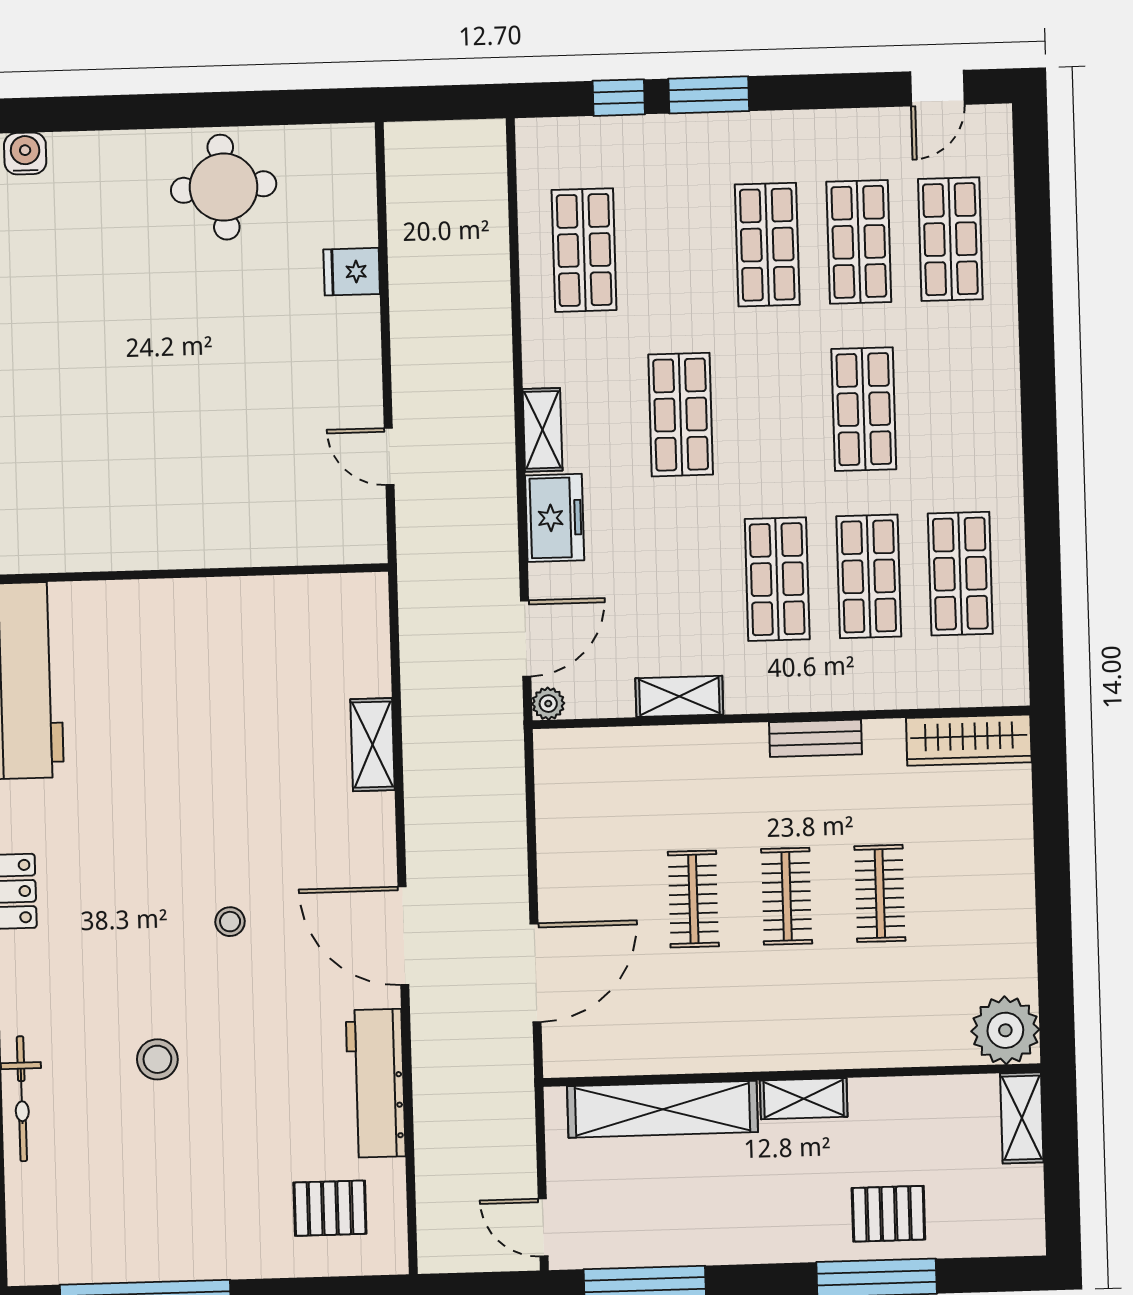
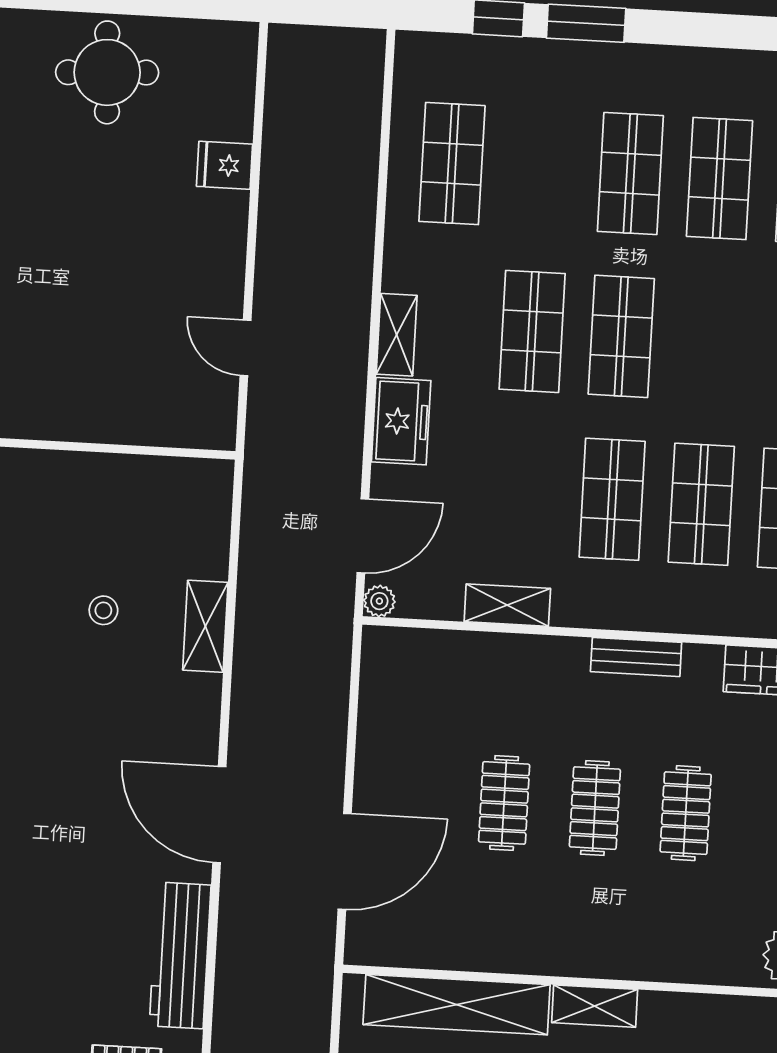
shop shelf: (864, 409) -> (621, 336), moved
stool: (230, 922) -> (103, 610), moved

